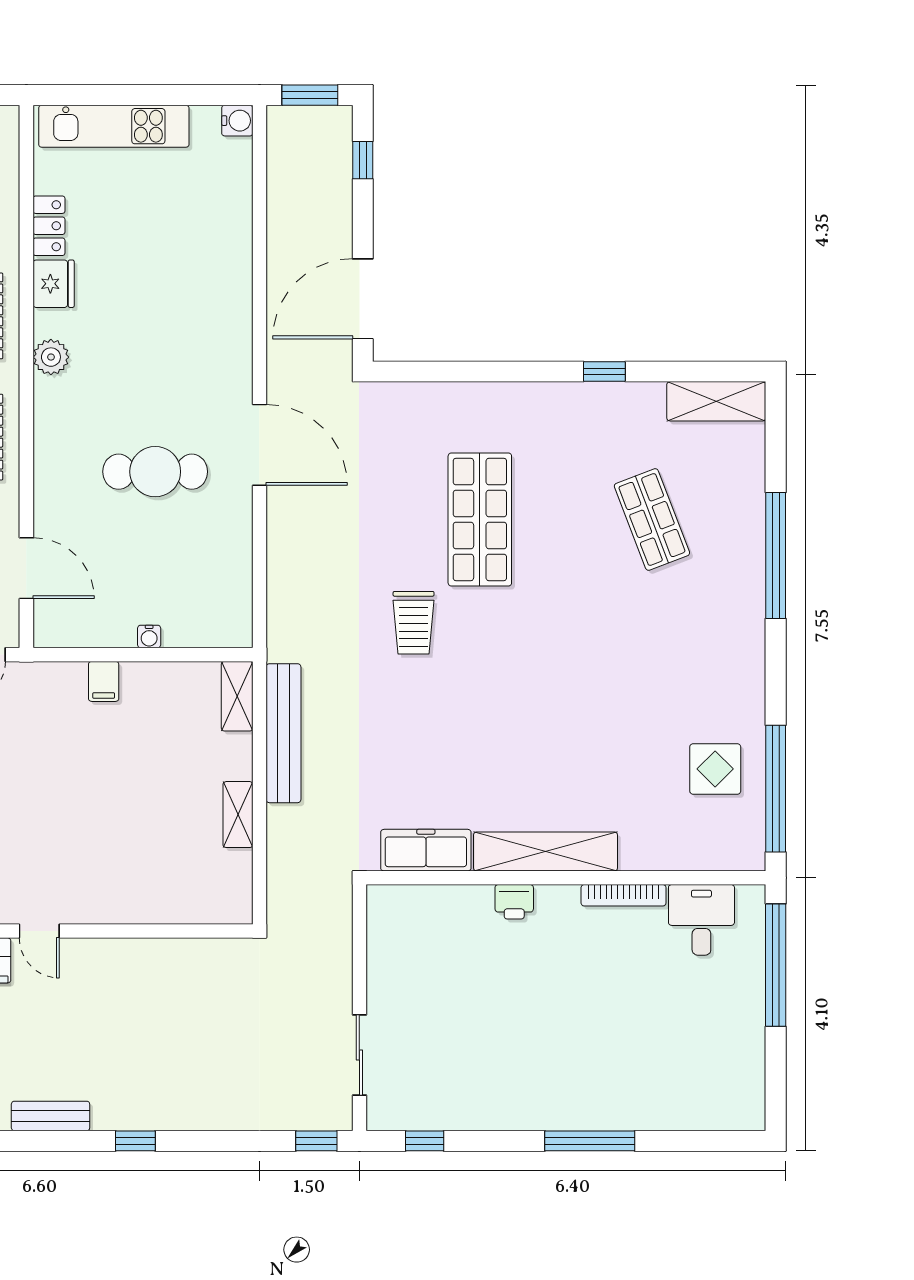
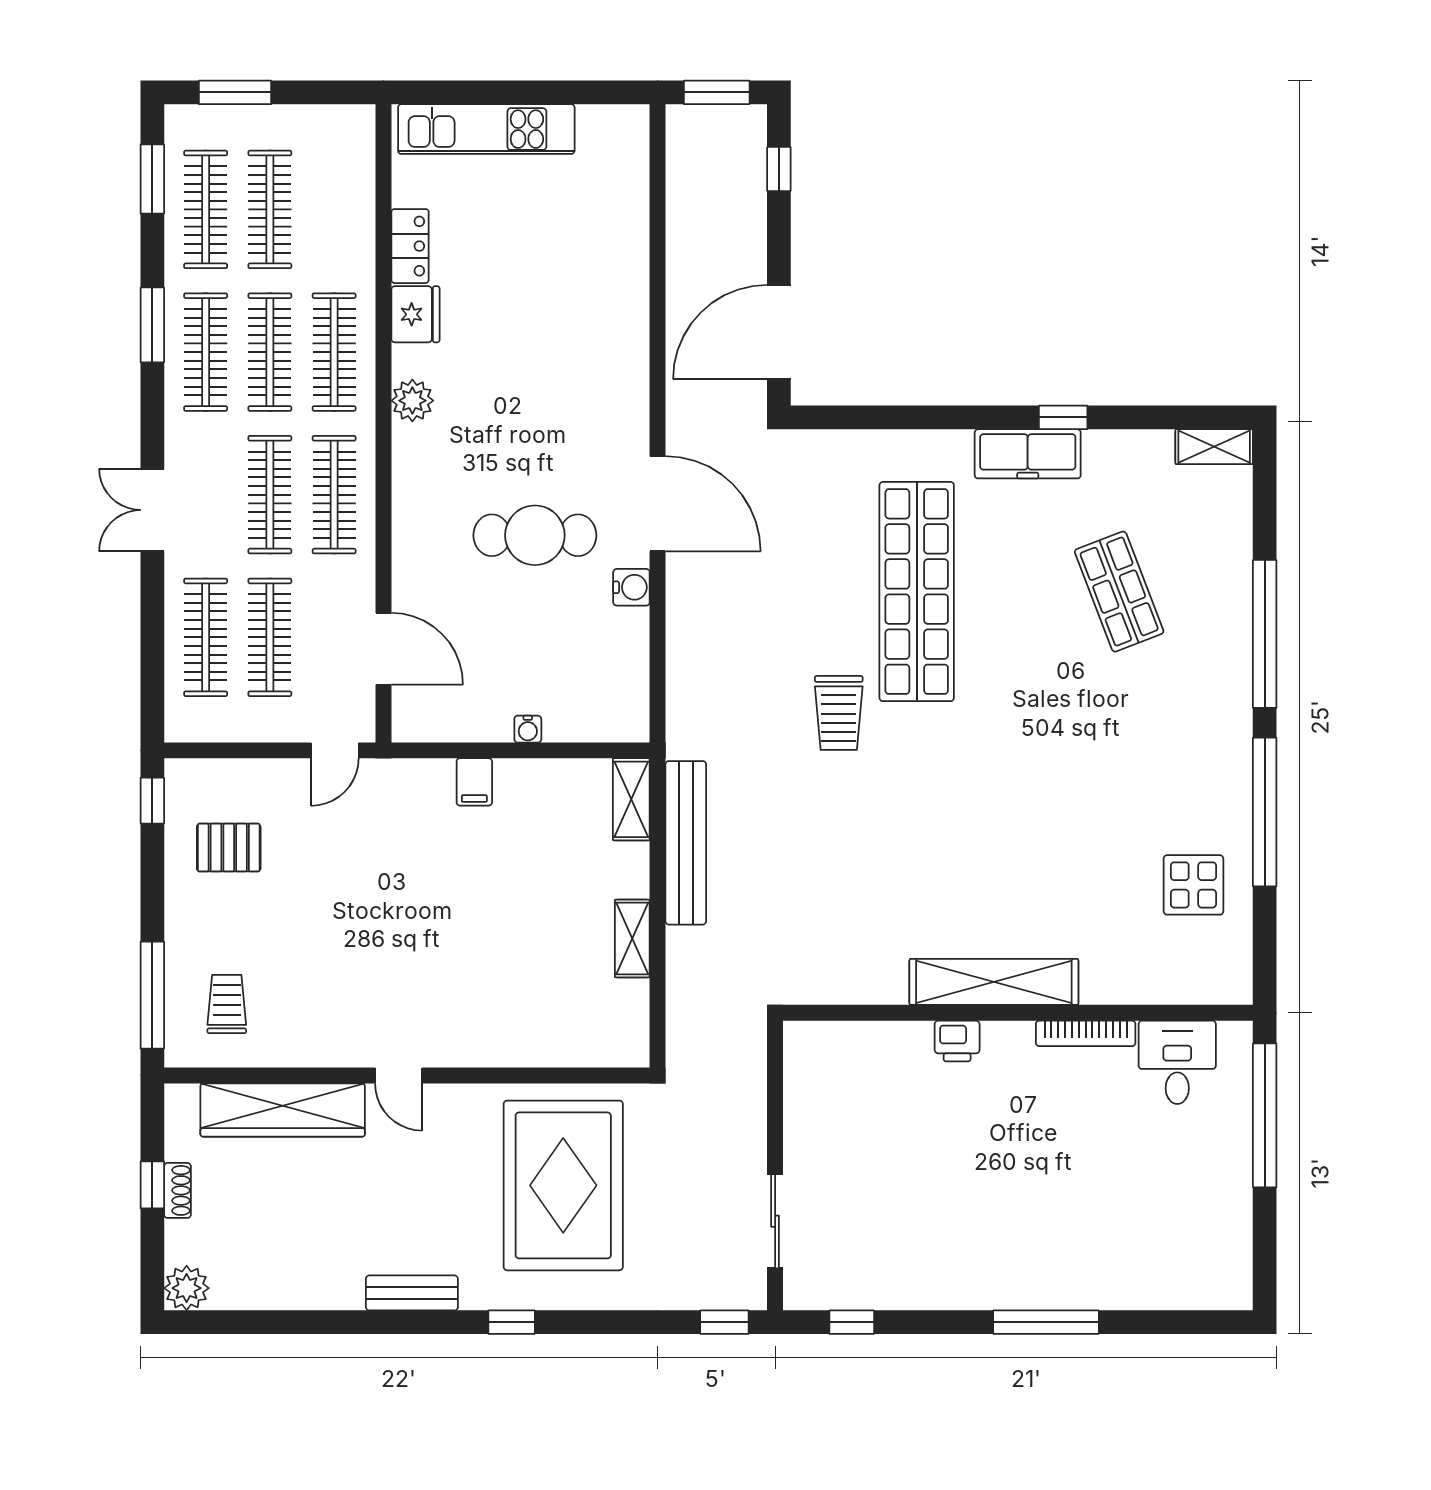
water cooler: (237, 121) -> (631, 587), moved
shelving: (716, 401) -> (1214, 447), width x0.67, depth x0.75
shop shelf: (480, 519) -> (917, 592), width x1.40
window: (776, 789) -> (1265, 812), moved
freezer: (426, 850) -> (1028, 454), moved, turned 180
rug: (179, 1025) -> (563, 1185), added

